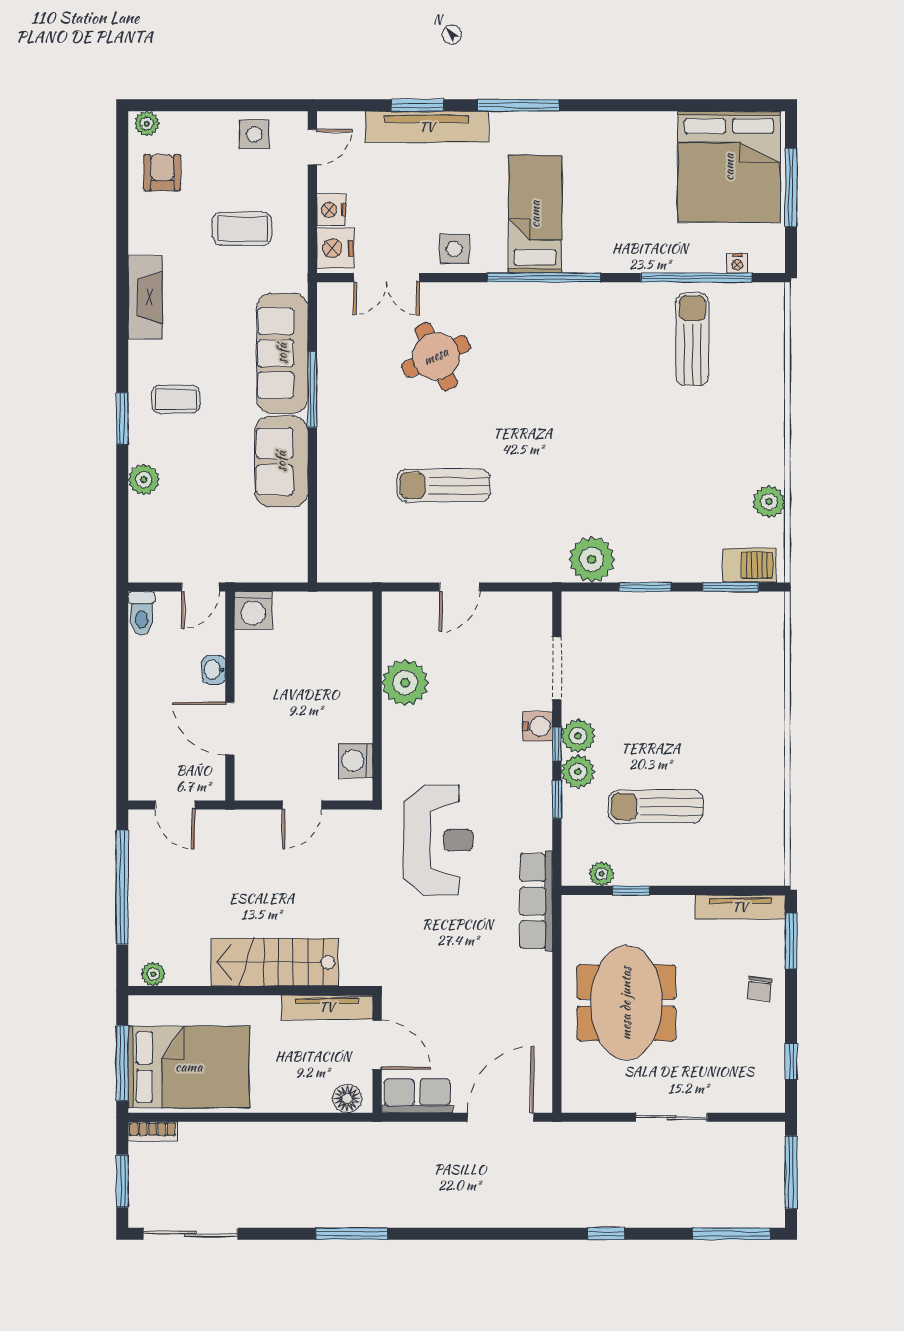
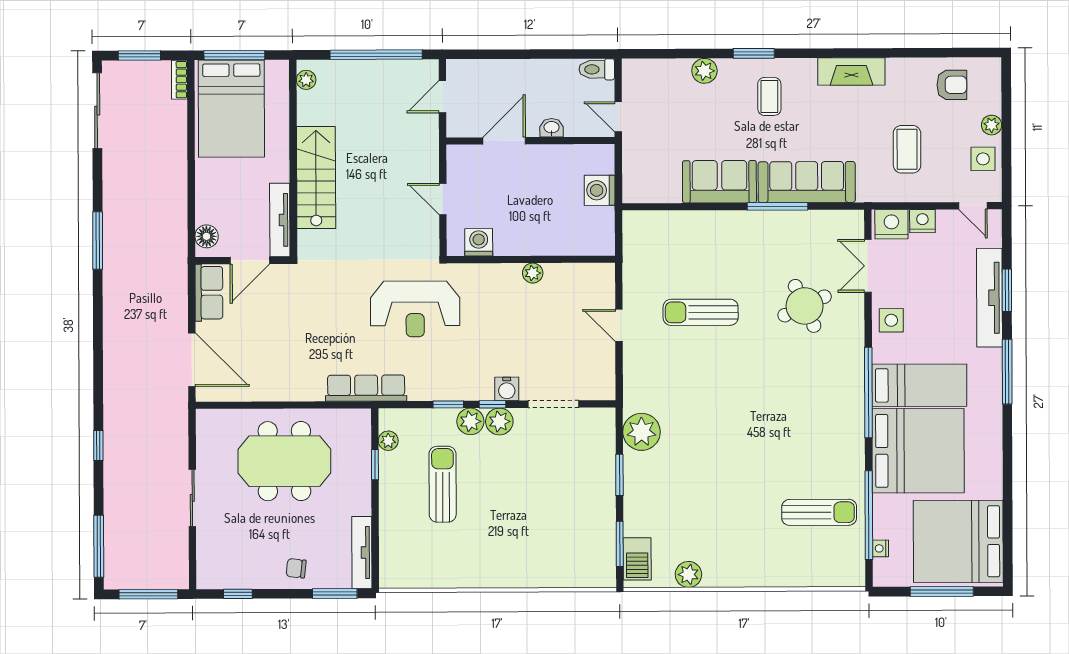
plant: (147, 124) -> (992, 125), moved
bed: (616, 216) -> (918, 451), added
sun lounger: (444, 485) -> (701, 312), turned -90
washing machine: (253, 610) -> (600, 190), moved
plant: (405, 683) -> (533, 273), width x0.53, depth x0.53

